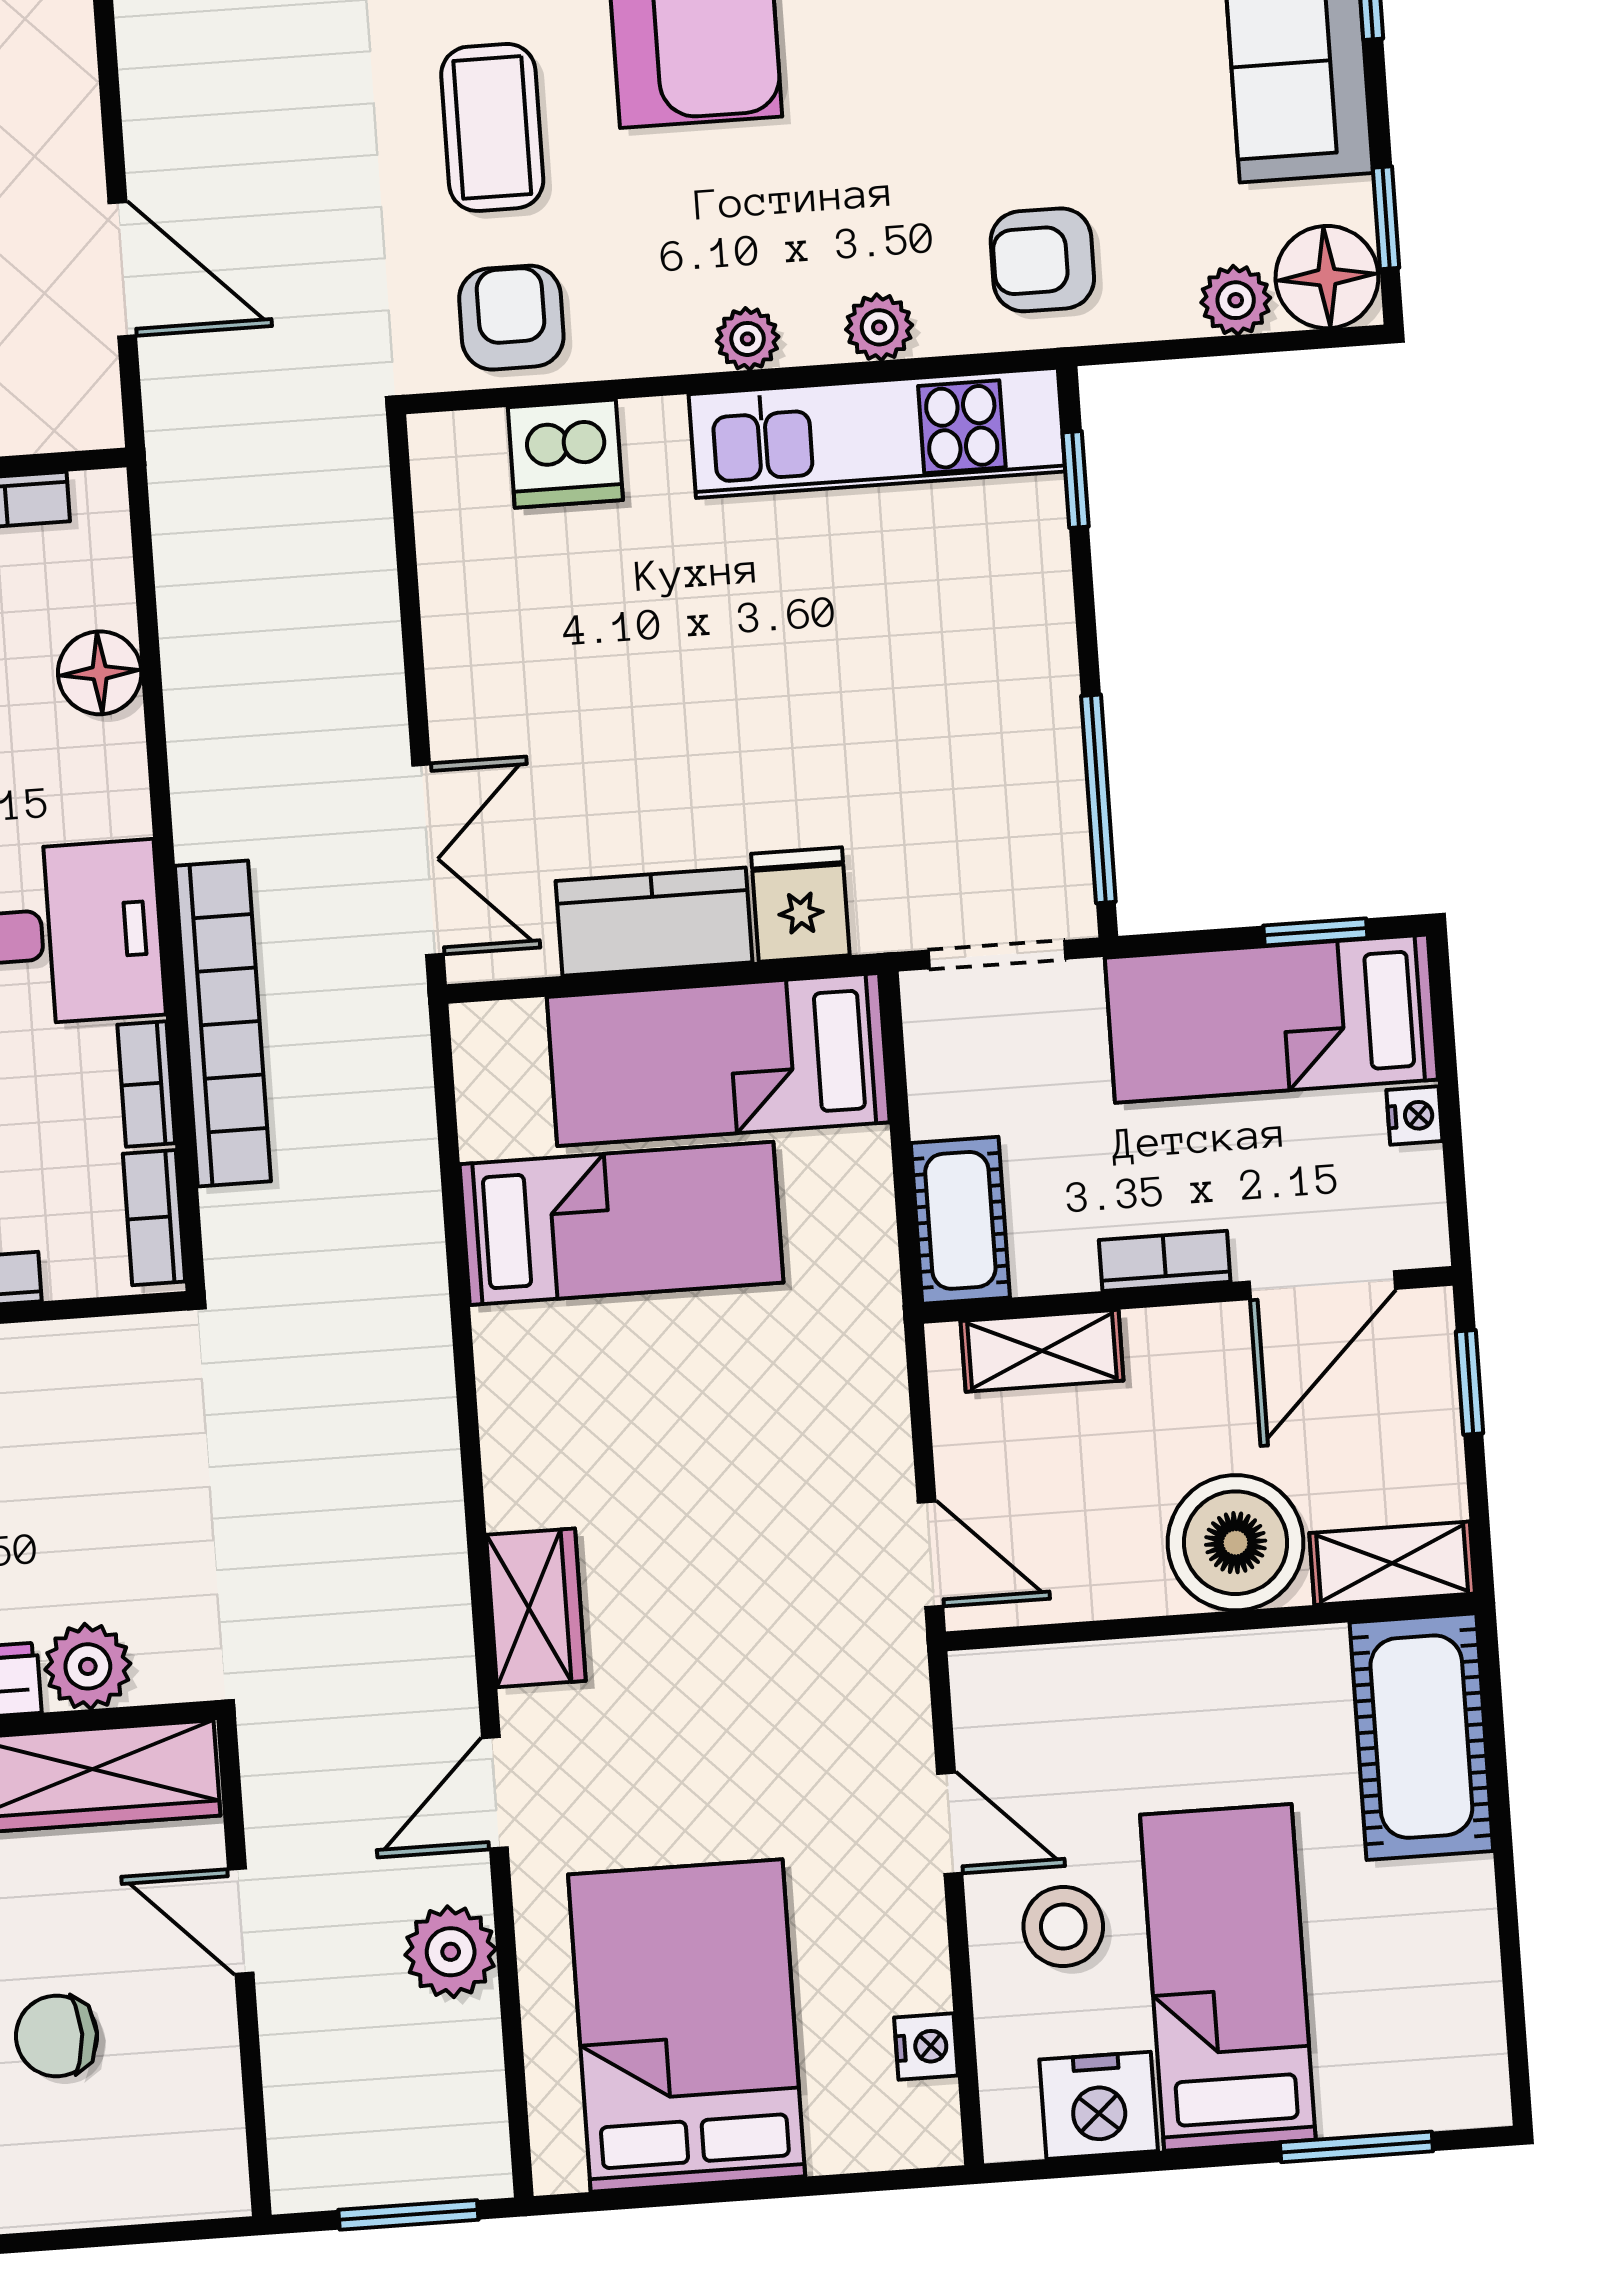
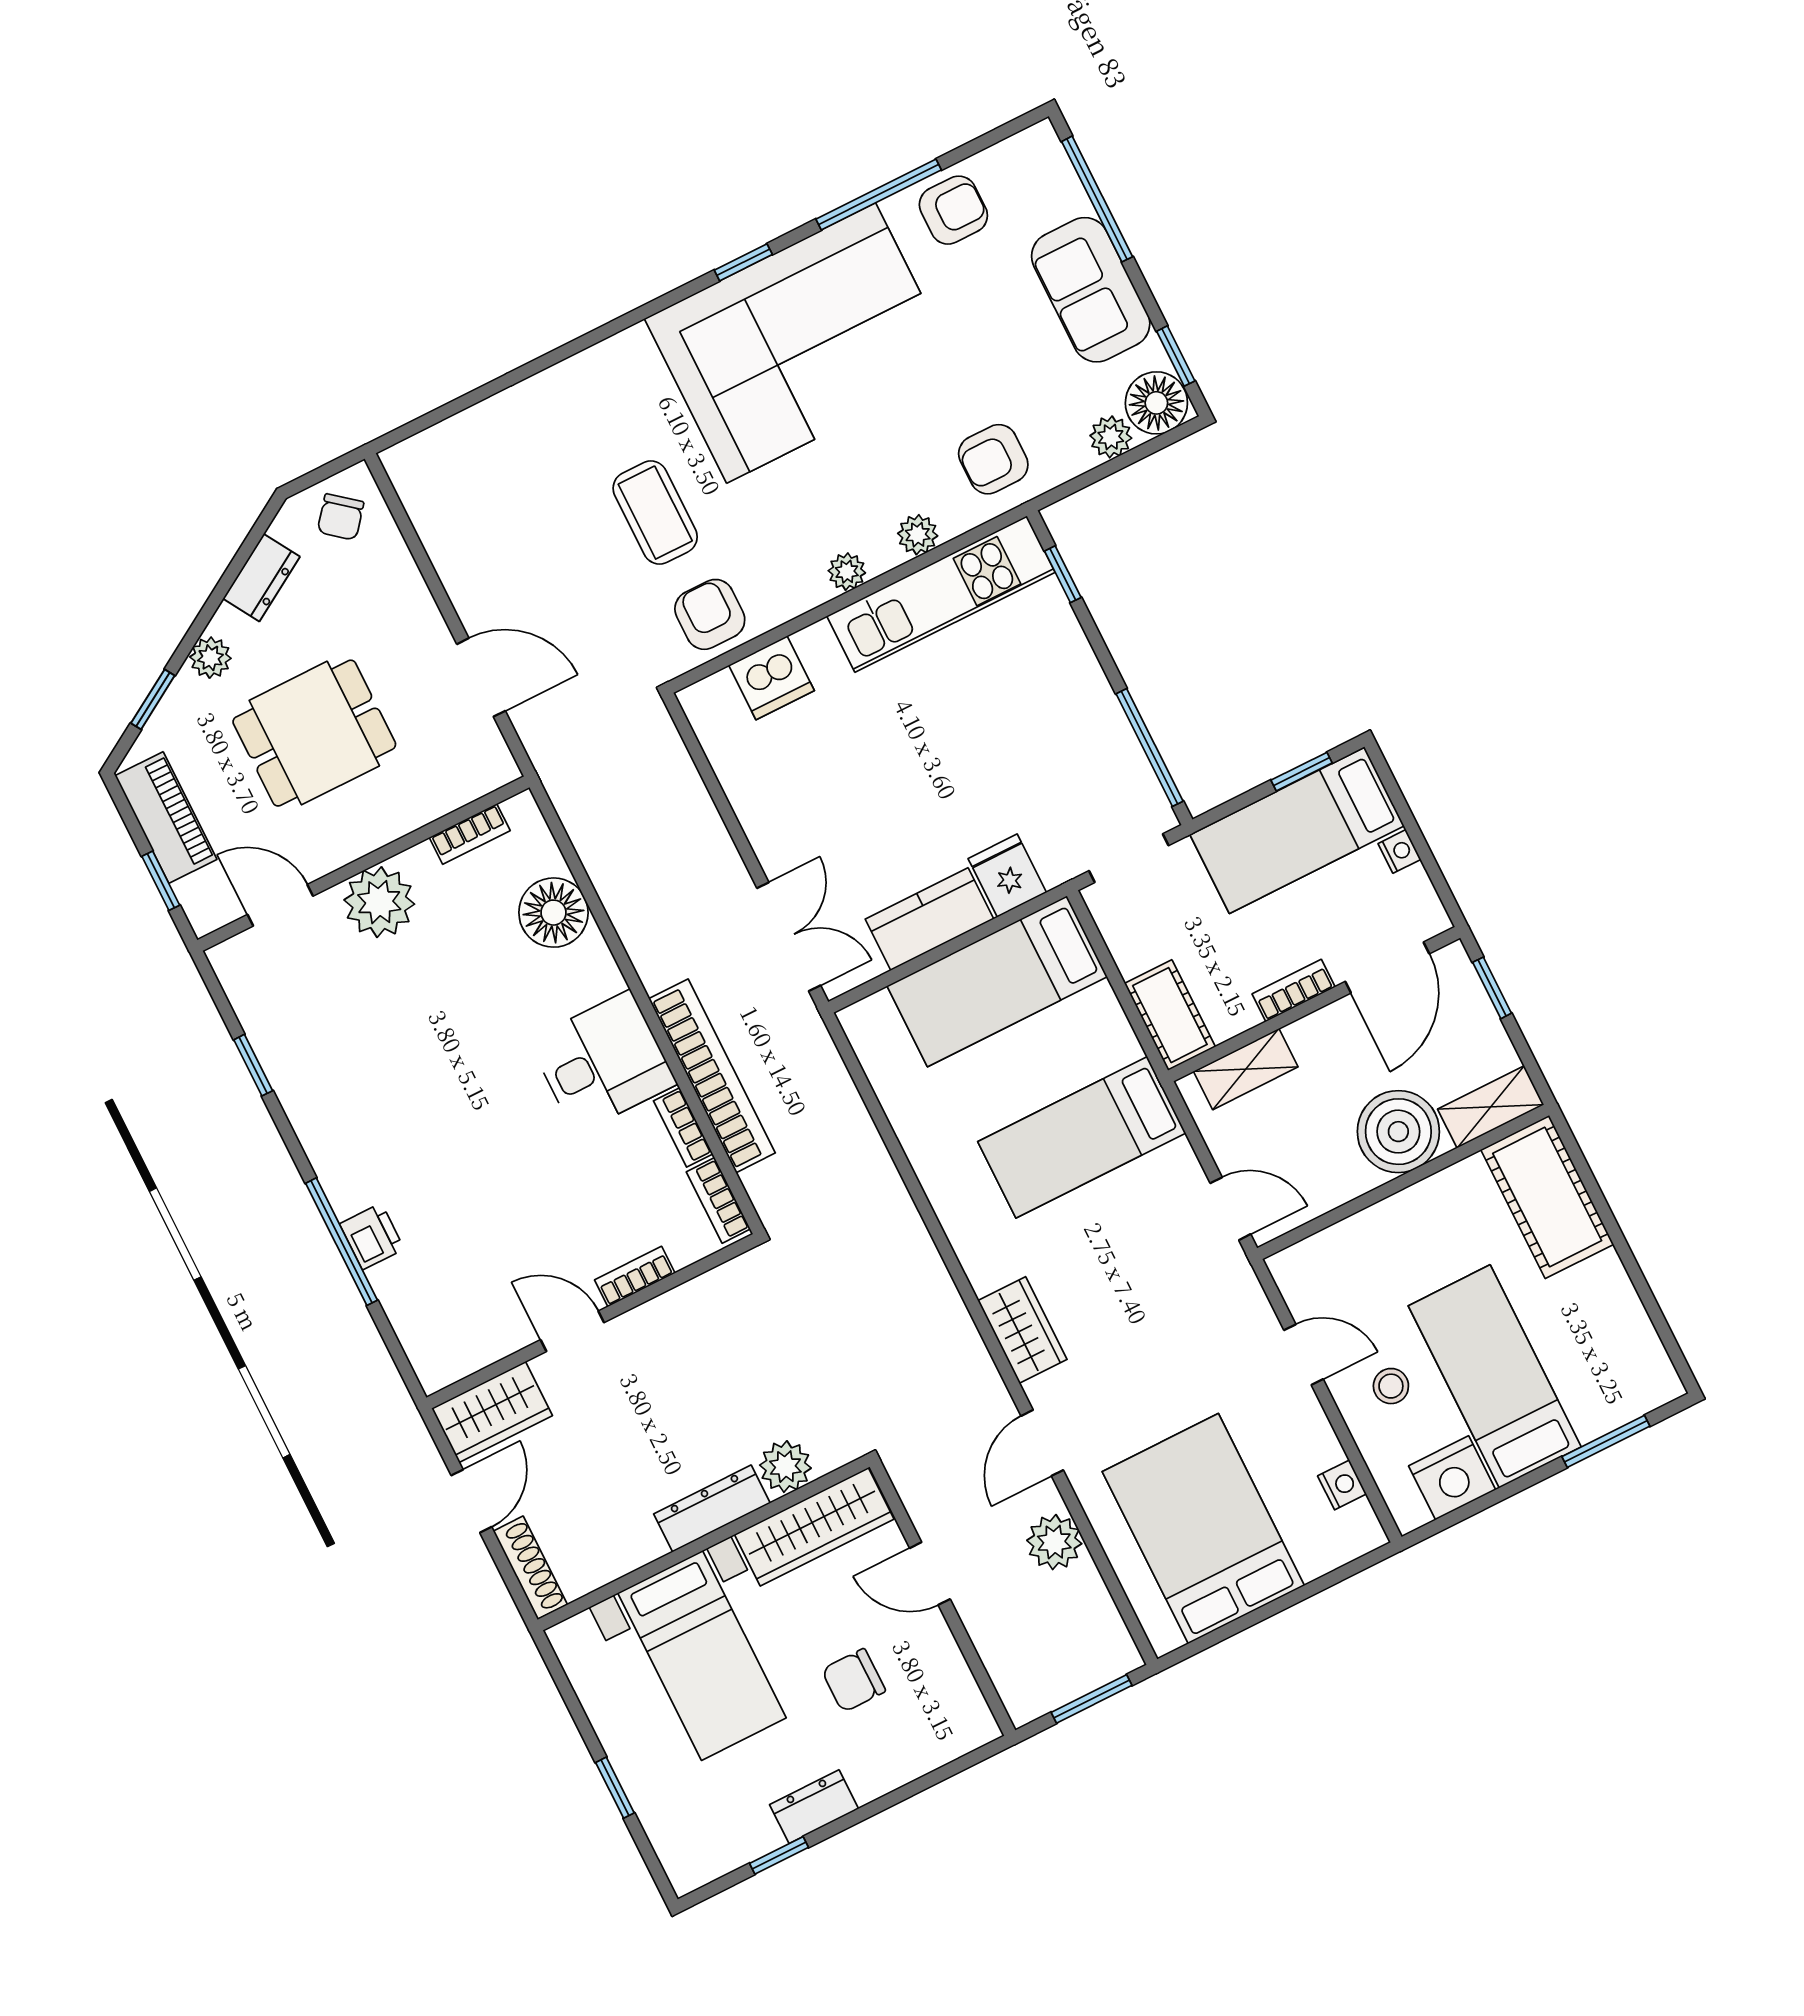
floor lamp: (100, 673) -> (553, 913), width x1.38, depth x1.38
bed: (621, 1223) -> (1082, 1137), moved, turned 180
stool: (1063, 1926) -> (1391, 1386), width x0.73, depth x0.73

